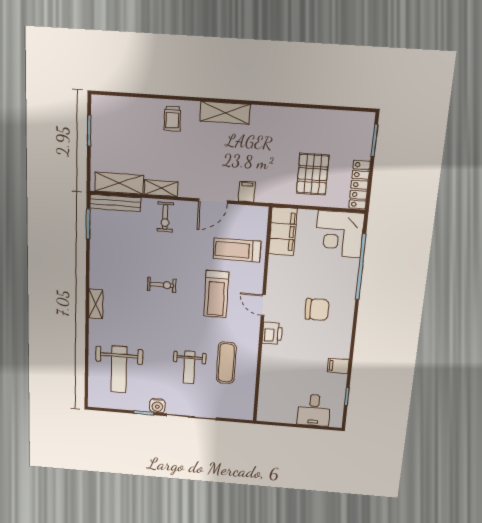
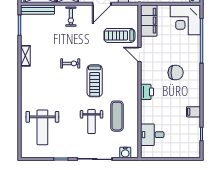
treadmill: (216, 294) -> (95, 81), moved
shelving: (96, 304) -> (25, 56), moved
door: (263, 305) -> (139, 54), moved
water cooler: (157, 406) -> (125, 153), moved
desk: (314, 410) -> (152, 135), moved, turned 90

